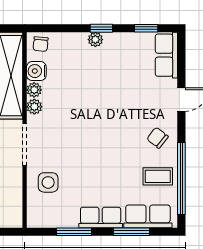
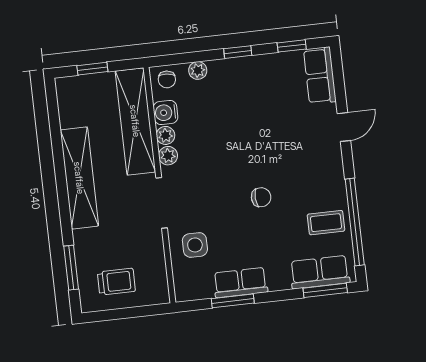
plant: (95, 40) -> (198, 70), moved
chair: (158, 138) -> (261, 197), moved, turned 139
row of seats: (101, 217) -> (240, 283), moved
window: (132, 232) -> (325, 290), moved

